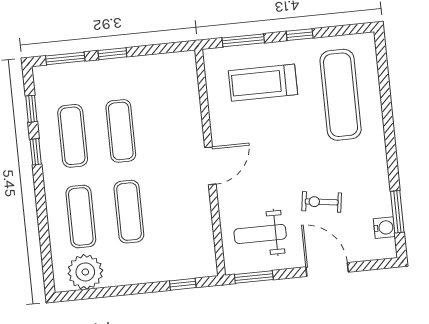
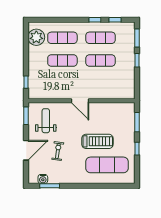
treadmill: (263, 83) -> (97, 141), moved, turned 90

